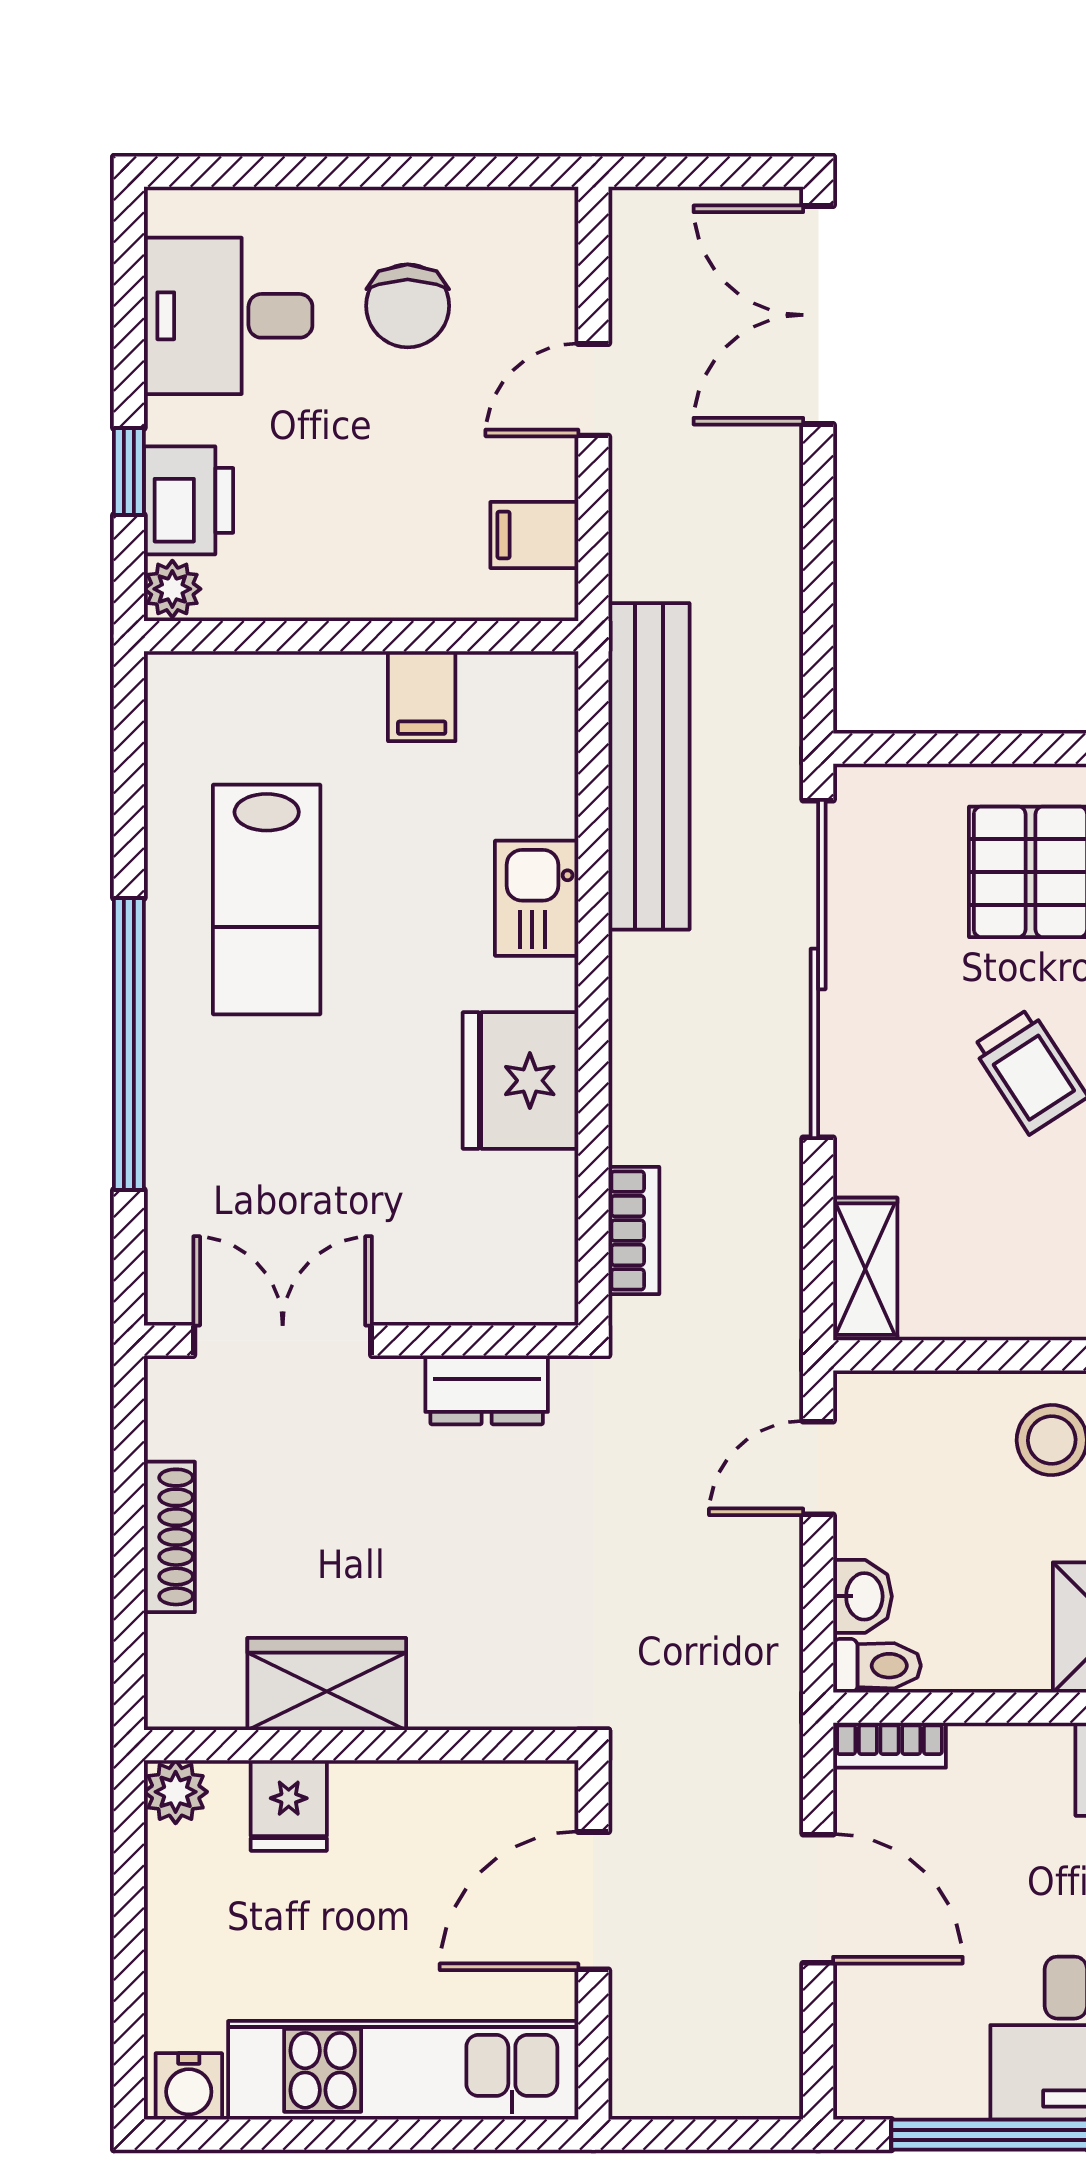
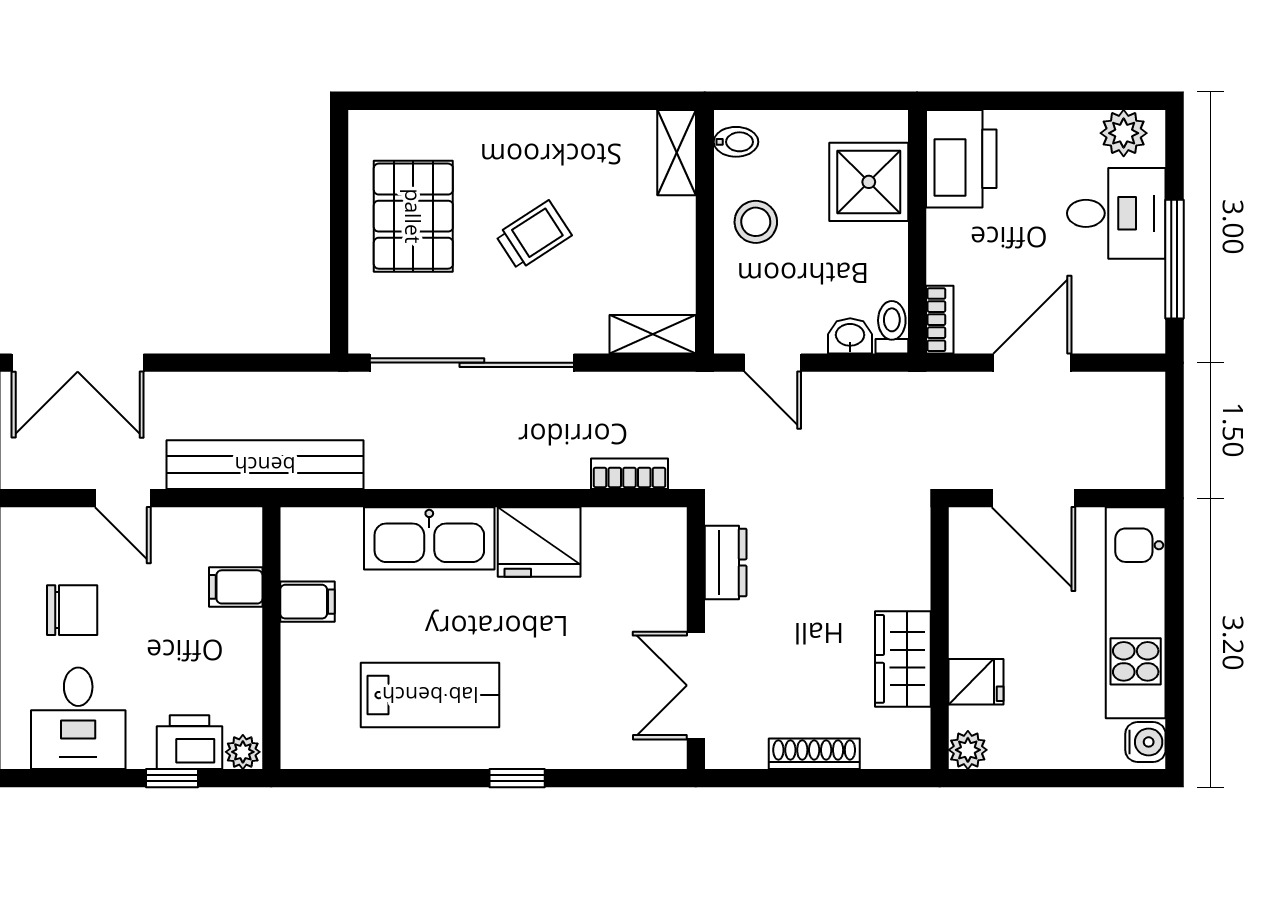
filing cabinet: (534, 535) -> (236, 587), moved, turned 90
bench: (649, 766) -> (265, 465), moved
kitchen sink: (537, 898) -> (429, 538), width x1.87, depth x1.24
window: (129, 1044) -> (517, 778), width x0.32

